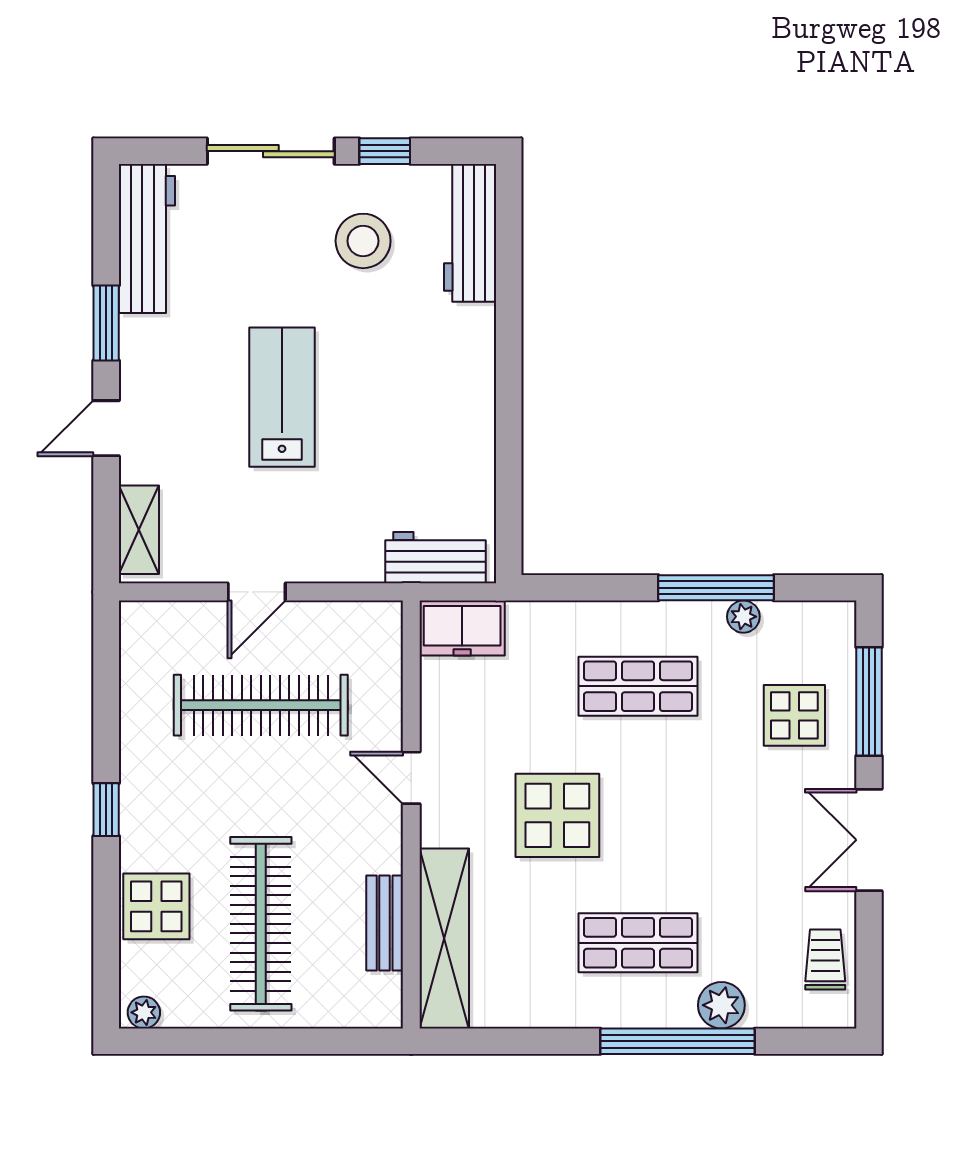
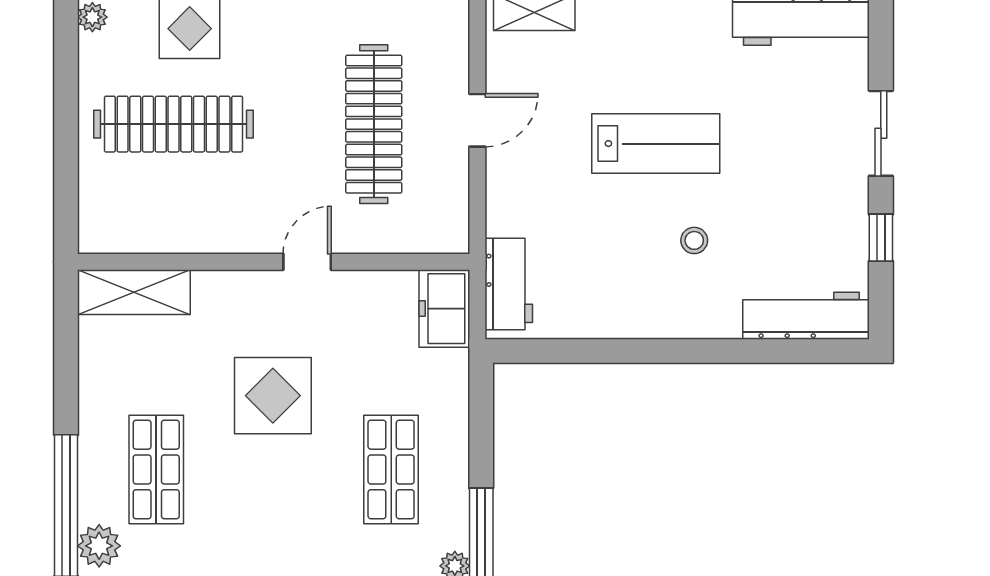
sliding door: (271, 151) -> (881, 133), width x0.73
stool: (363, 241) -> (694, 240), moved, width x0.53, depth x0.53
door: (257, 592) -> (477, 120), swing flipped
bench: (385, 923) -> (174, 237), removed
shelving: (444, 938) -> (134, 292), width x0.68

